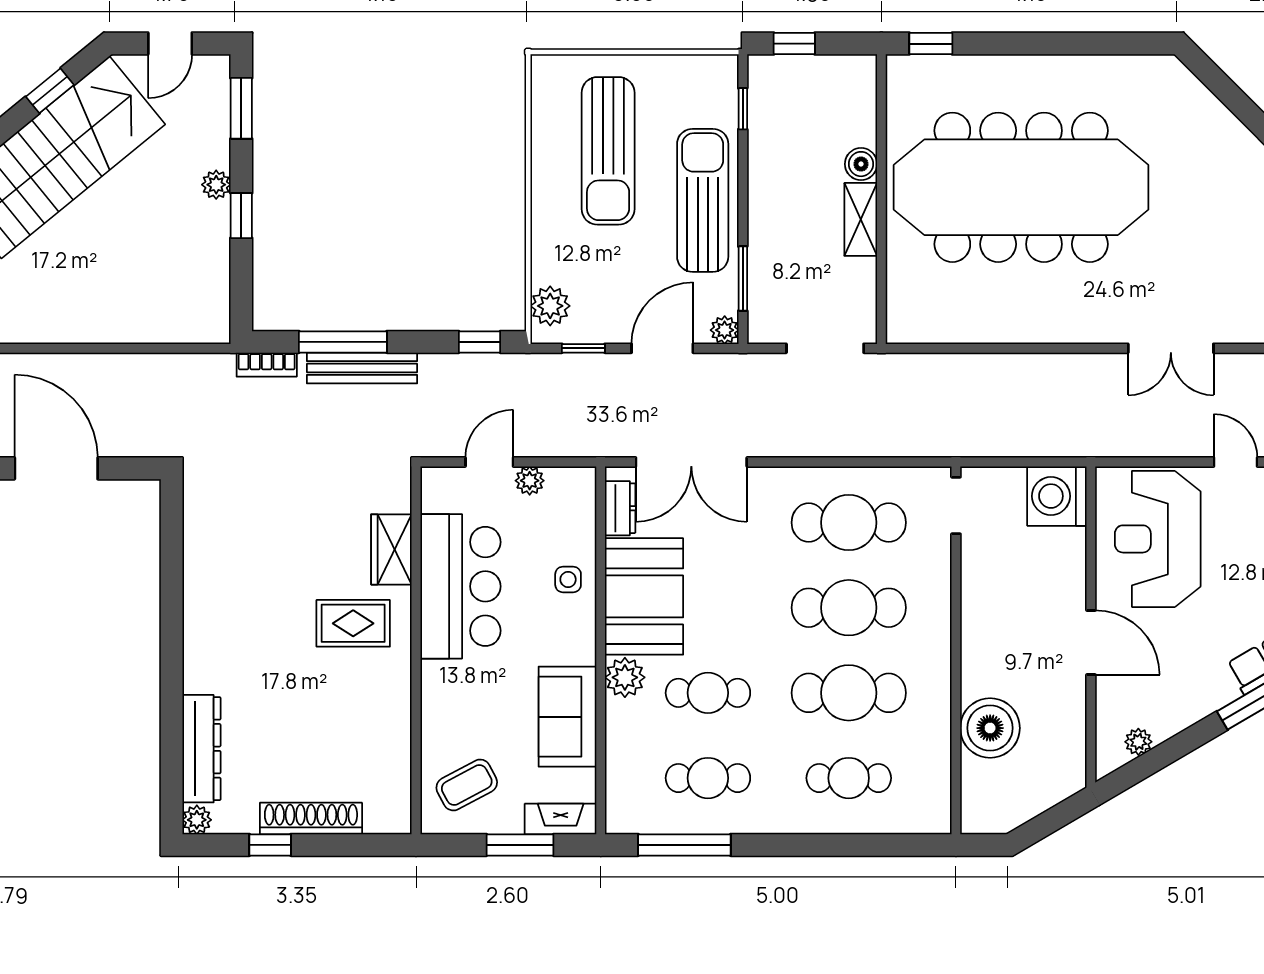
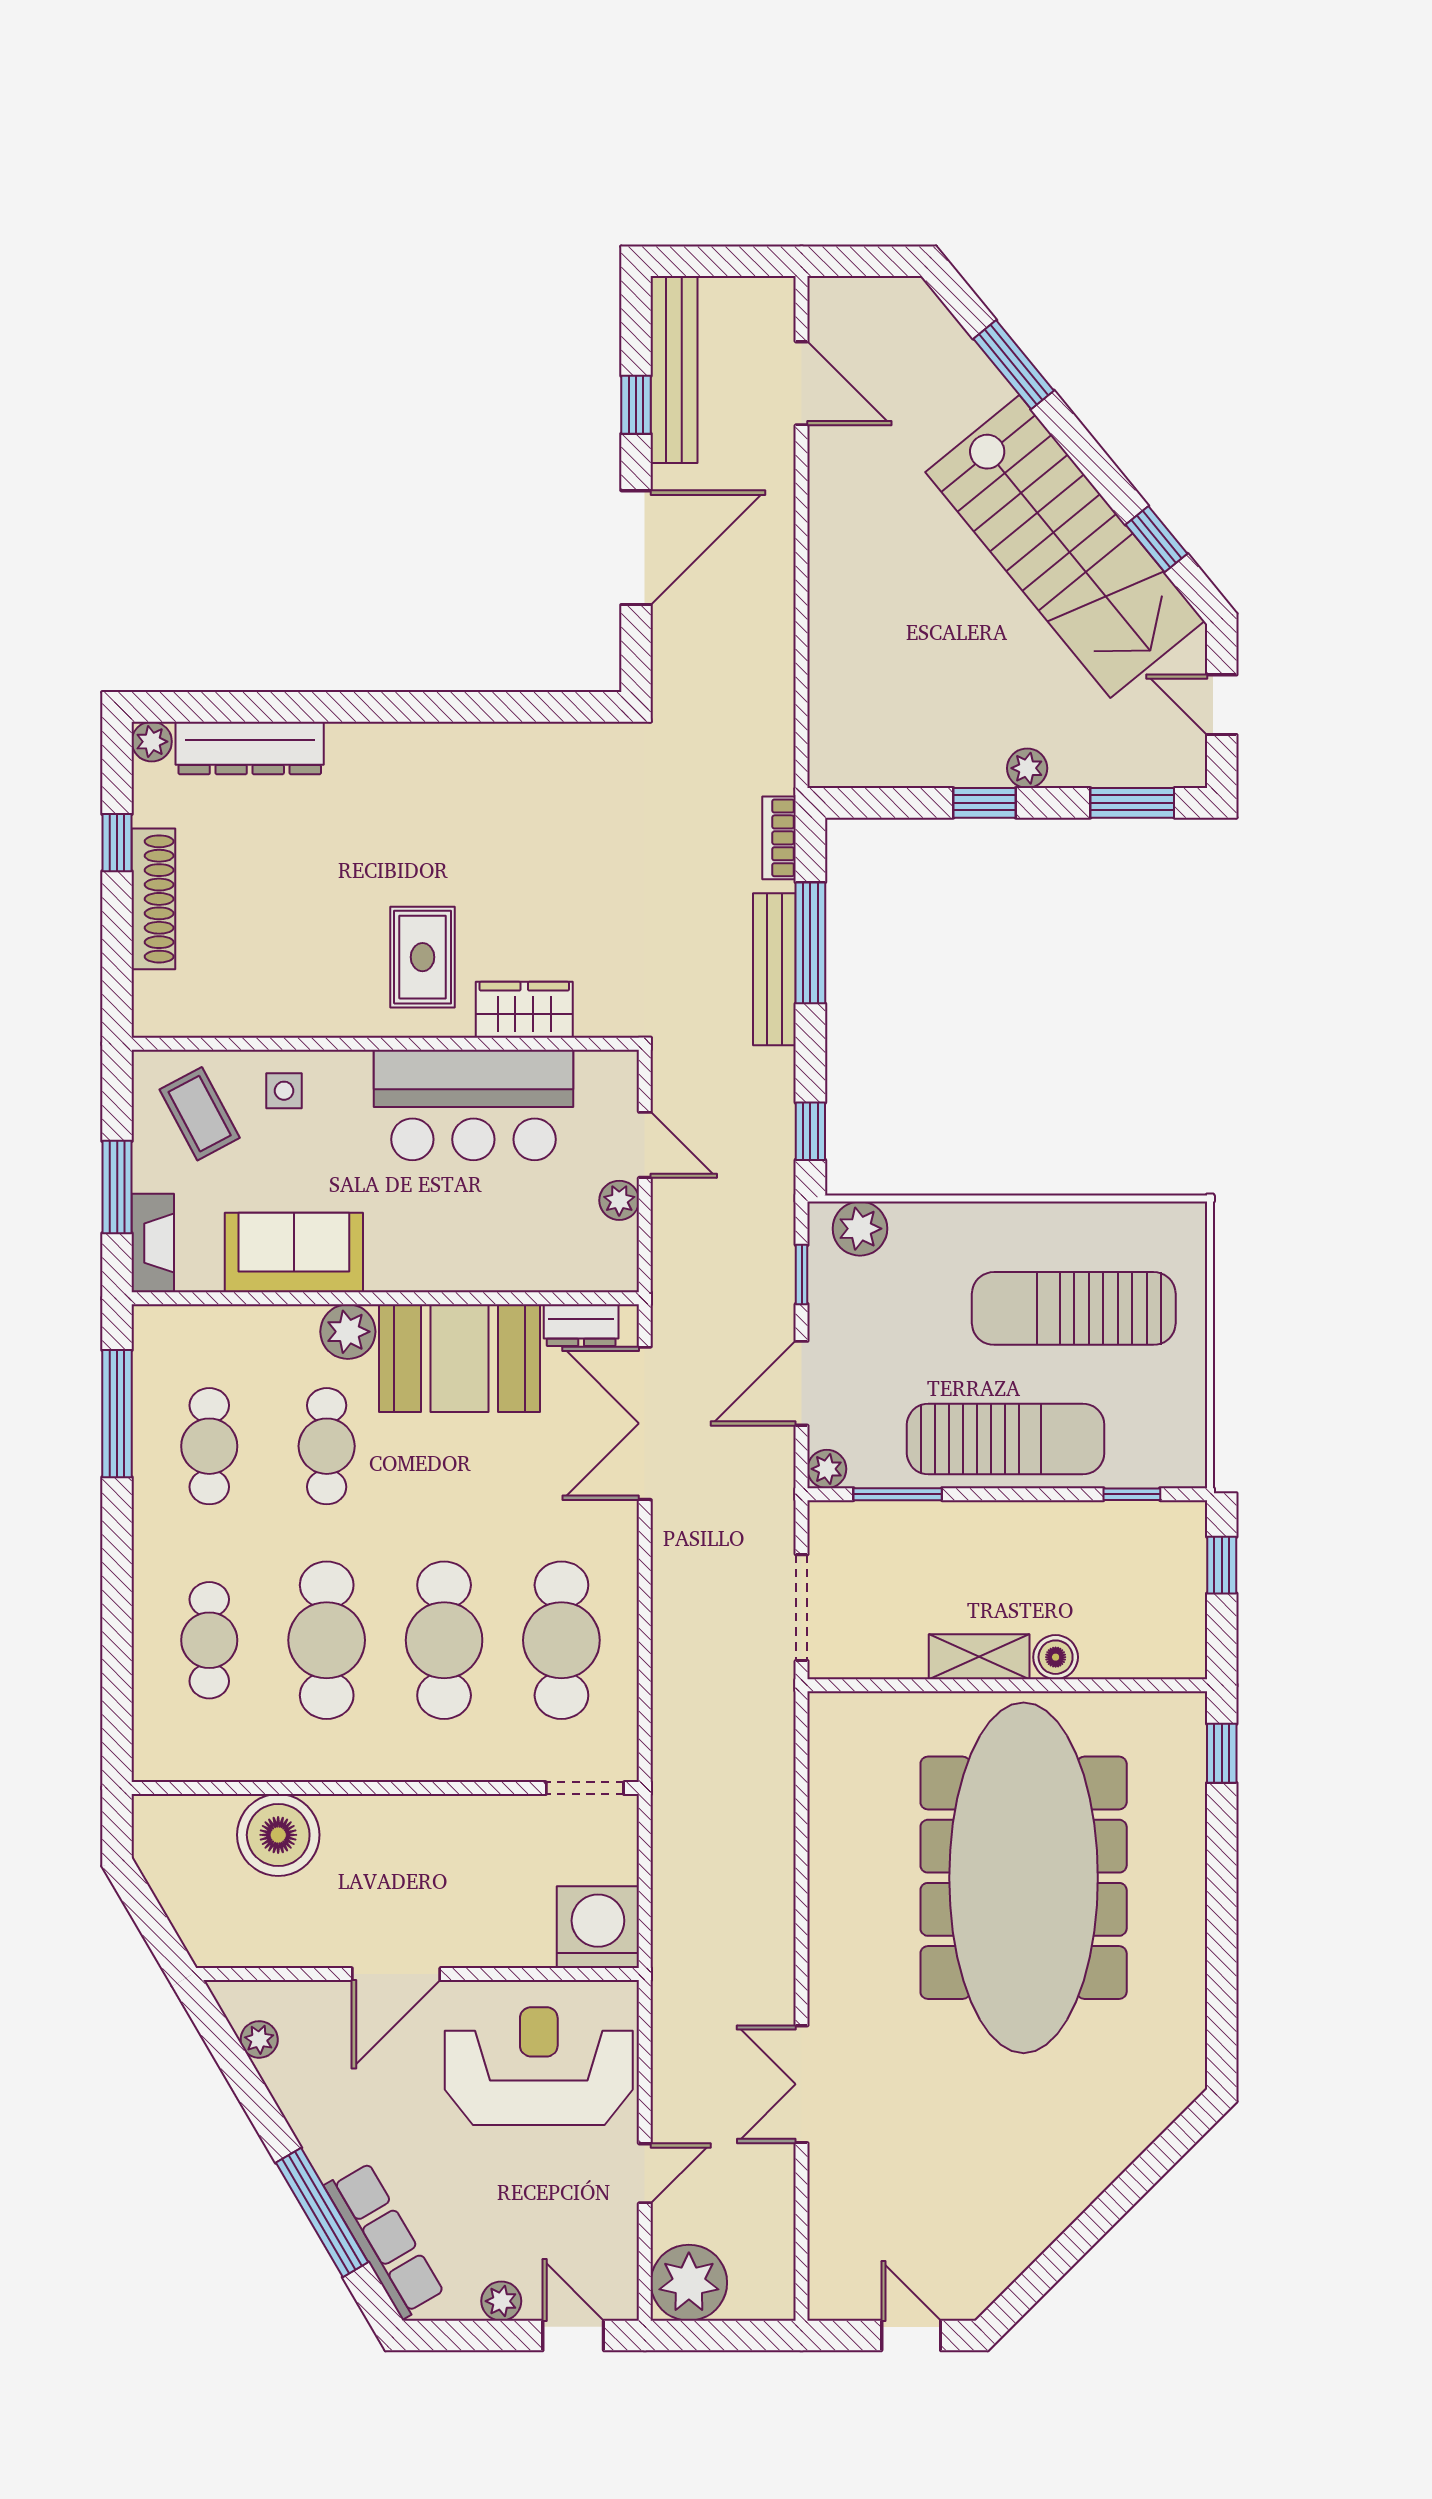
door: (662, 348) -> (802, 1383), swing flipped
side table: (568, 579) -> (284, 1091), moved

